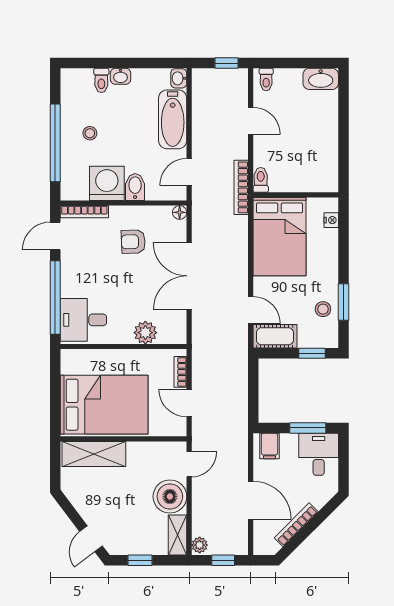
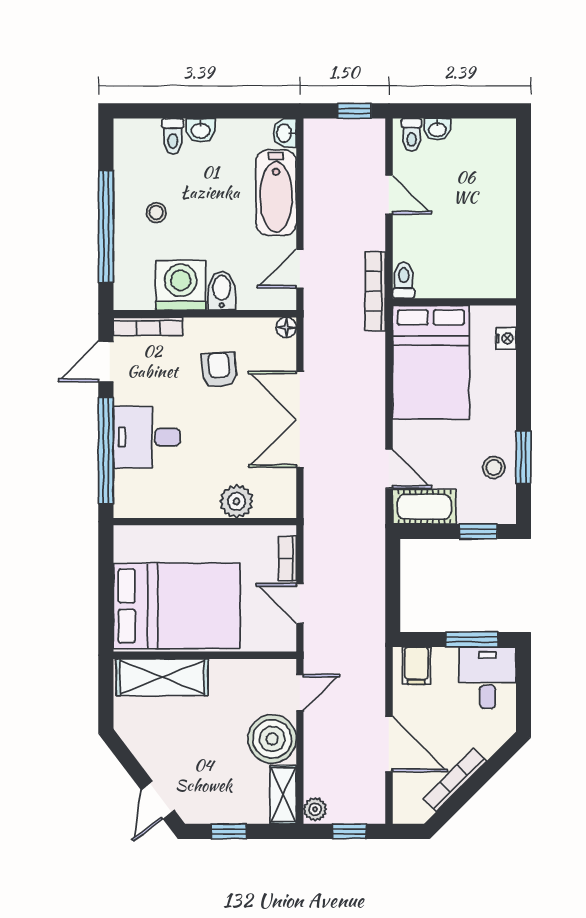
washbasin: (321, 79) -> (437, 129), moved, width x0.52, depth x0.69
armchair: (133, 242) -> (219, 370), turned 87
desk: (83, 320) -> (147, 437), moved

